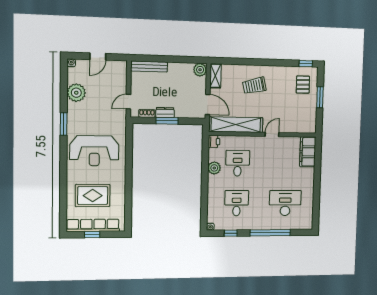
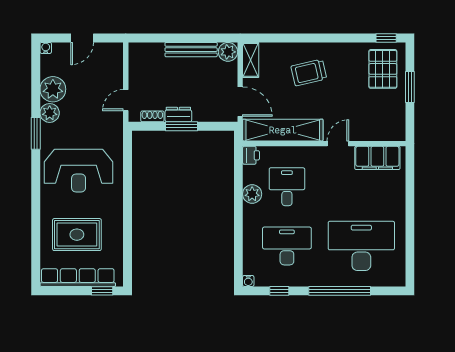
bench: (149, 67) -> (191, 50), moved
pallet: (303, 85) -> (383, 69), width x1.50, depth x1.42
plant: (74, 110) -> (50, 113), added
filing cabinet: (308, 152) -> (377, 158), moved, turned -90
desk: (237, 203) -> (287, 246), width x1.37
desk: (285, 203) -> (361, 246), width x1.36, depth x1.30
window: (92, 235) -> (102, 291), moved

